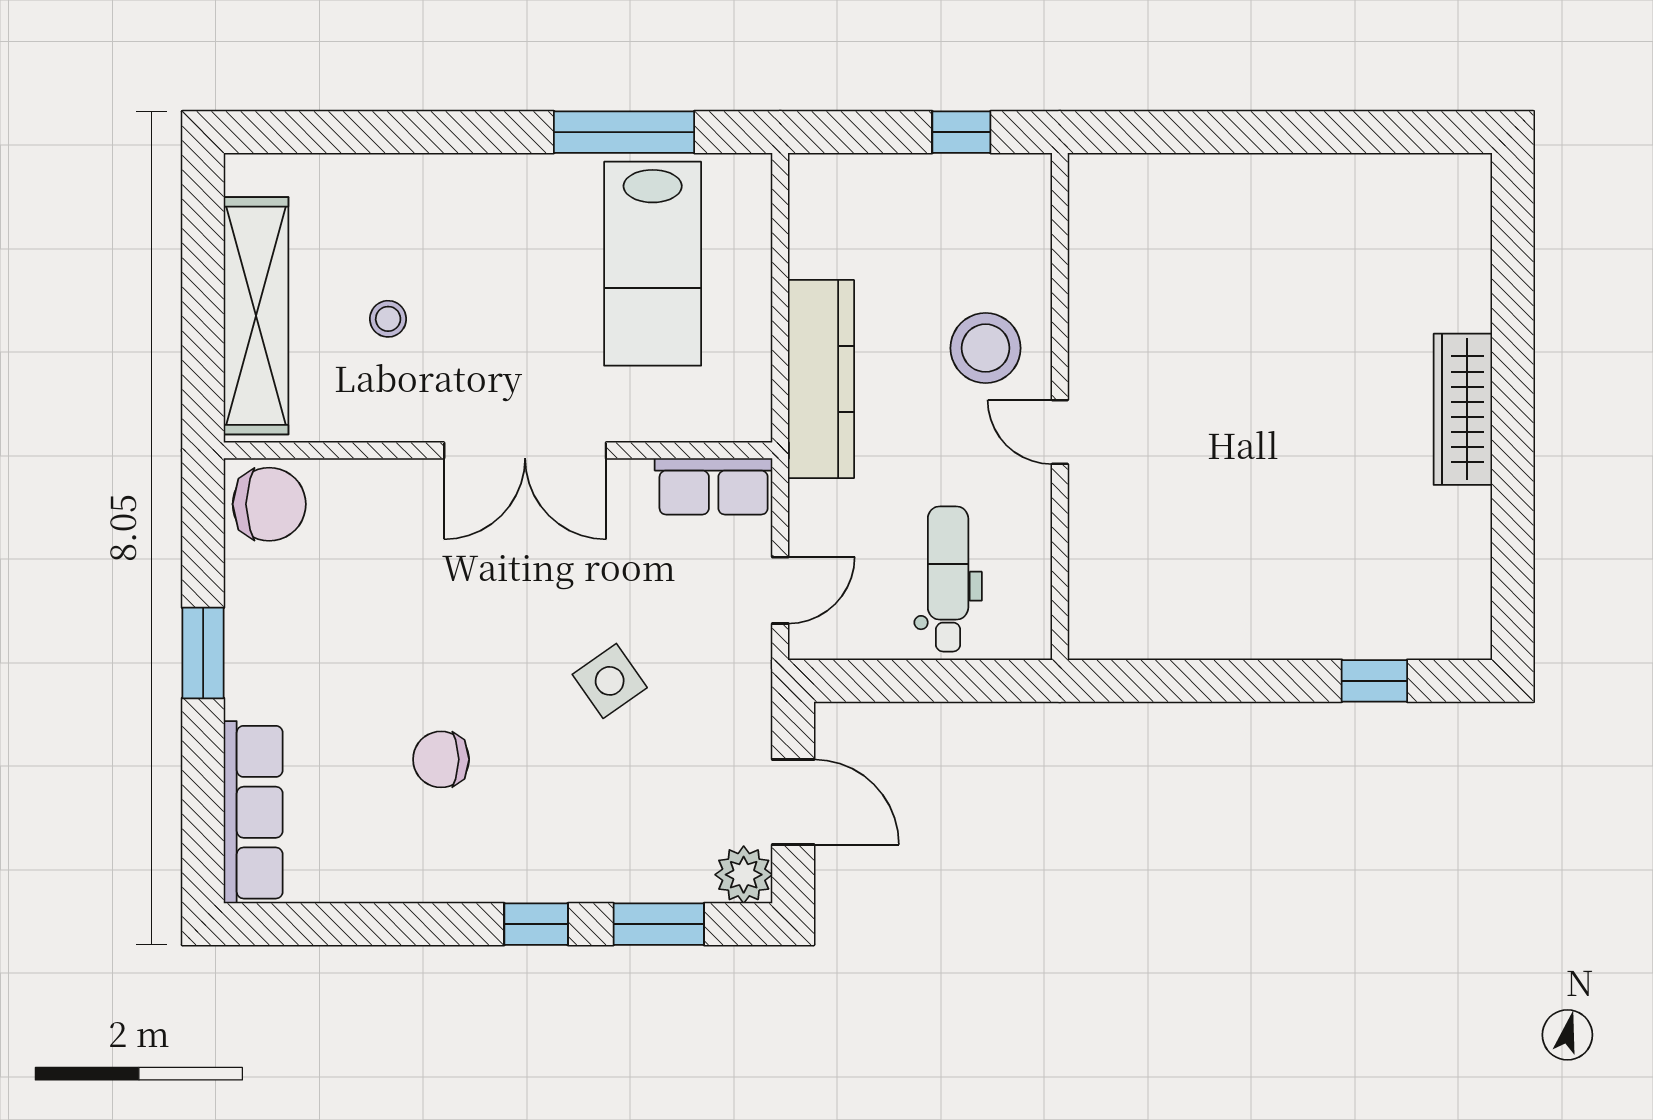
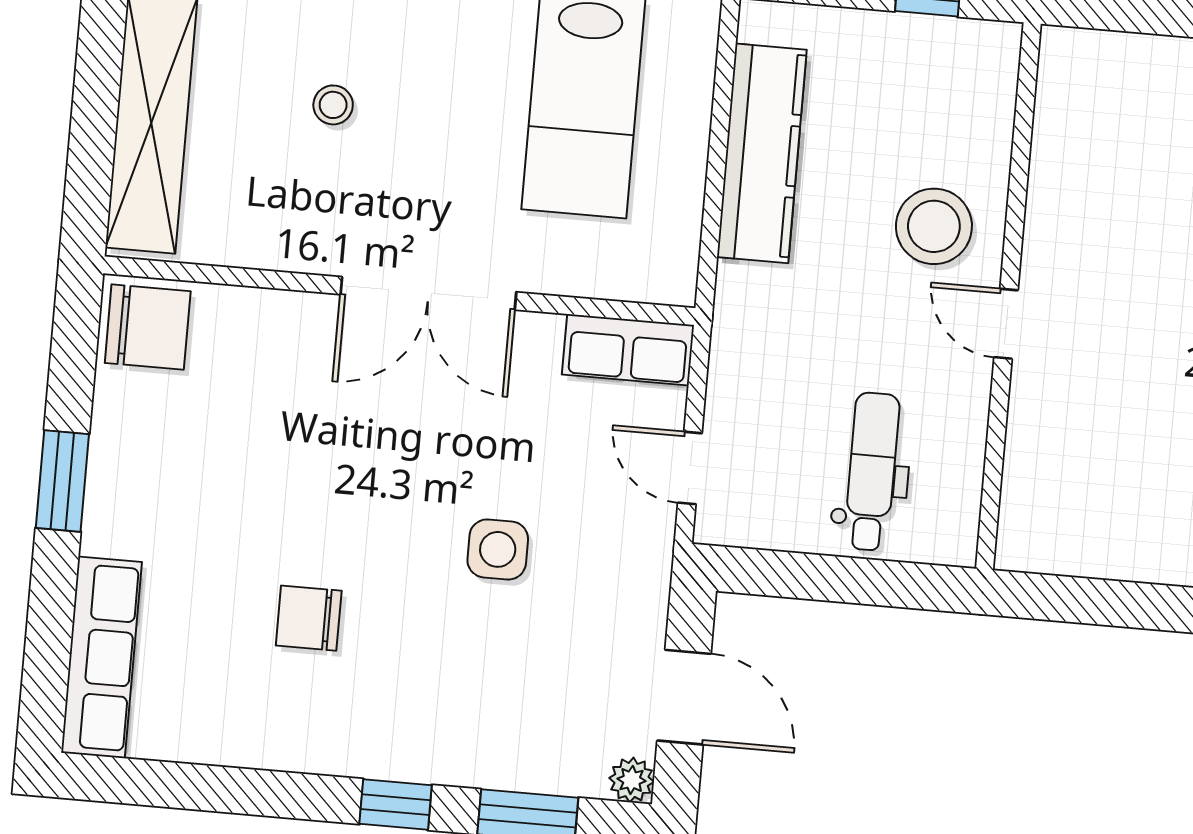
stool: (388, 319) -> (333, 105), moved
kitchen counter: (821, 379) -> (762, 153), moved
door: (780, 590) -> (690, 468), swing flipped
side table: (610, 681) -> (498, 549), turned 35
plant: (744, 875) -> (632, 780), width x0.73, depth x0.73

